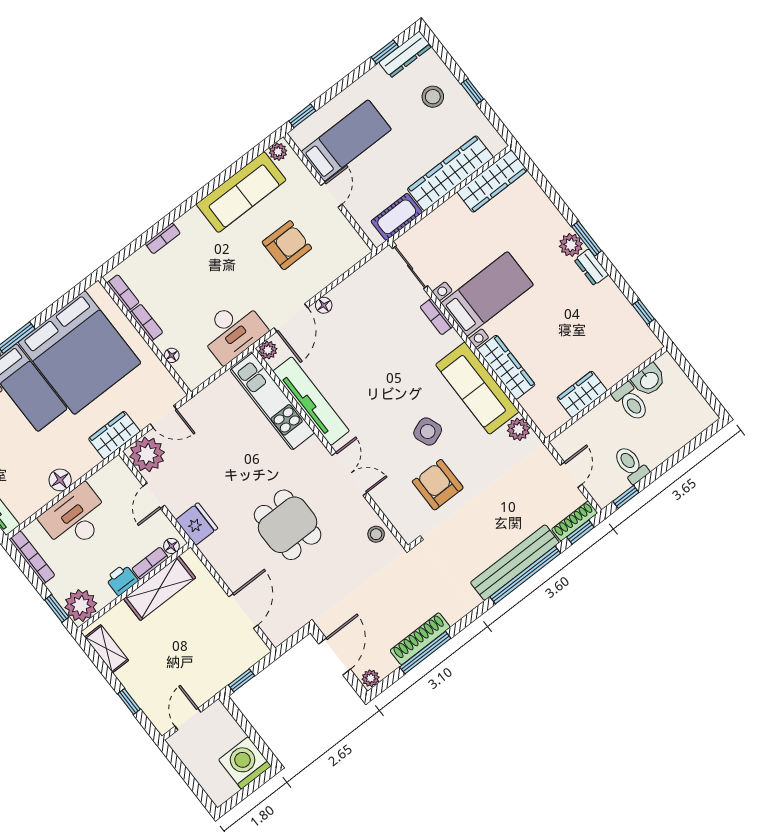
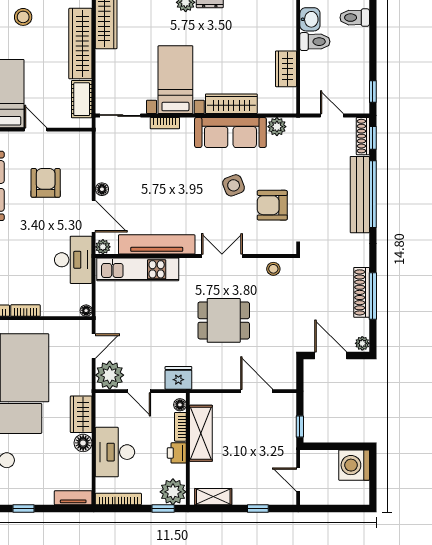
floor lamp: (172, 355) -> (86, 311), moved
wardrobe: (114, 435) -> (81, 414), moved
toilet: (631, 465) -> (355, 18), moved

